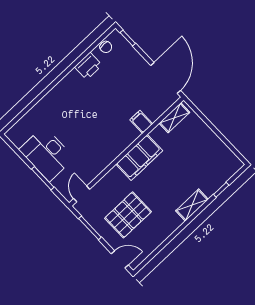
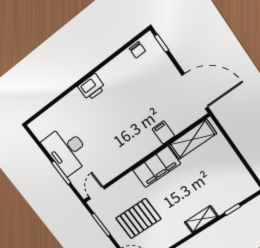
printer: (88, 66) -> (92, 87), moved
door: (166, 78) -> (195, 91), hinge flipped
shelving: (174, 118) -> (193, 139), width x1.50, depth x1.33

